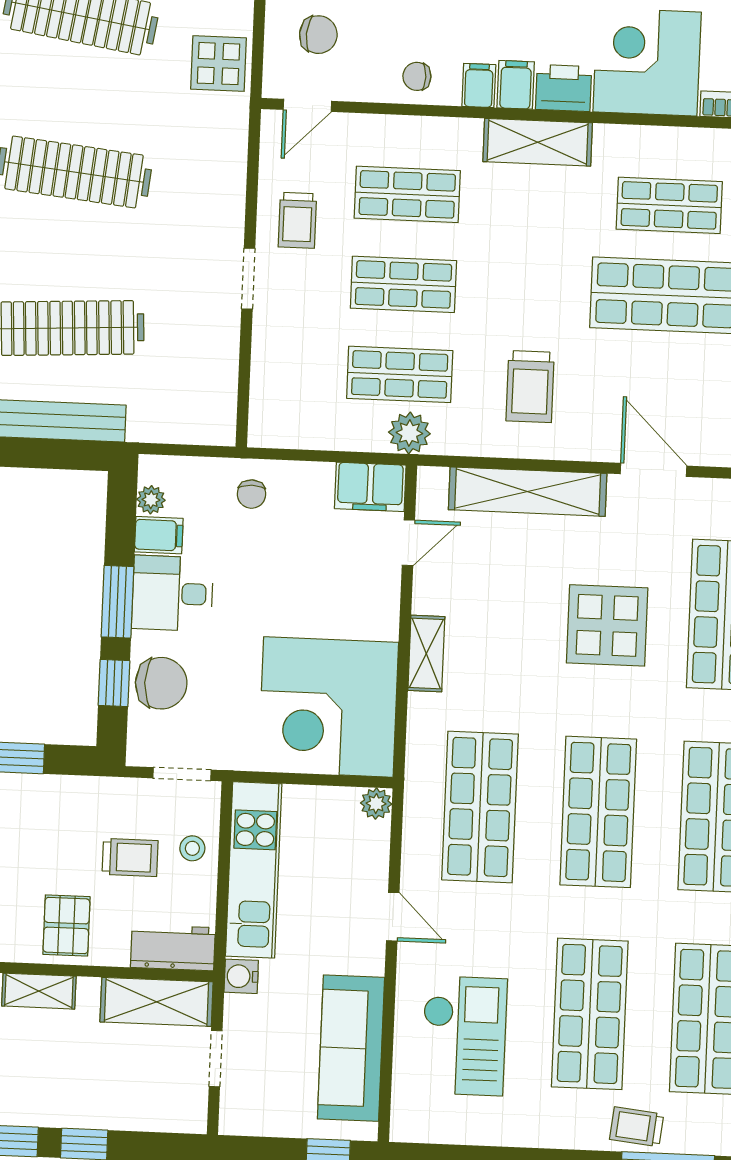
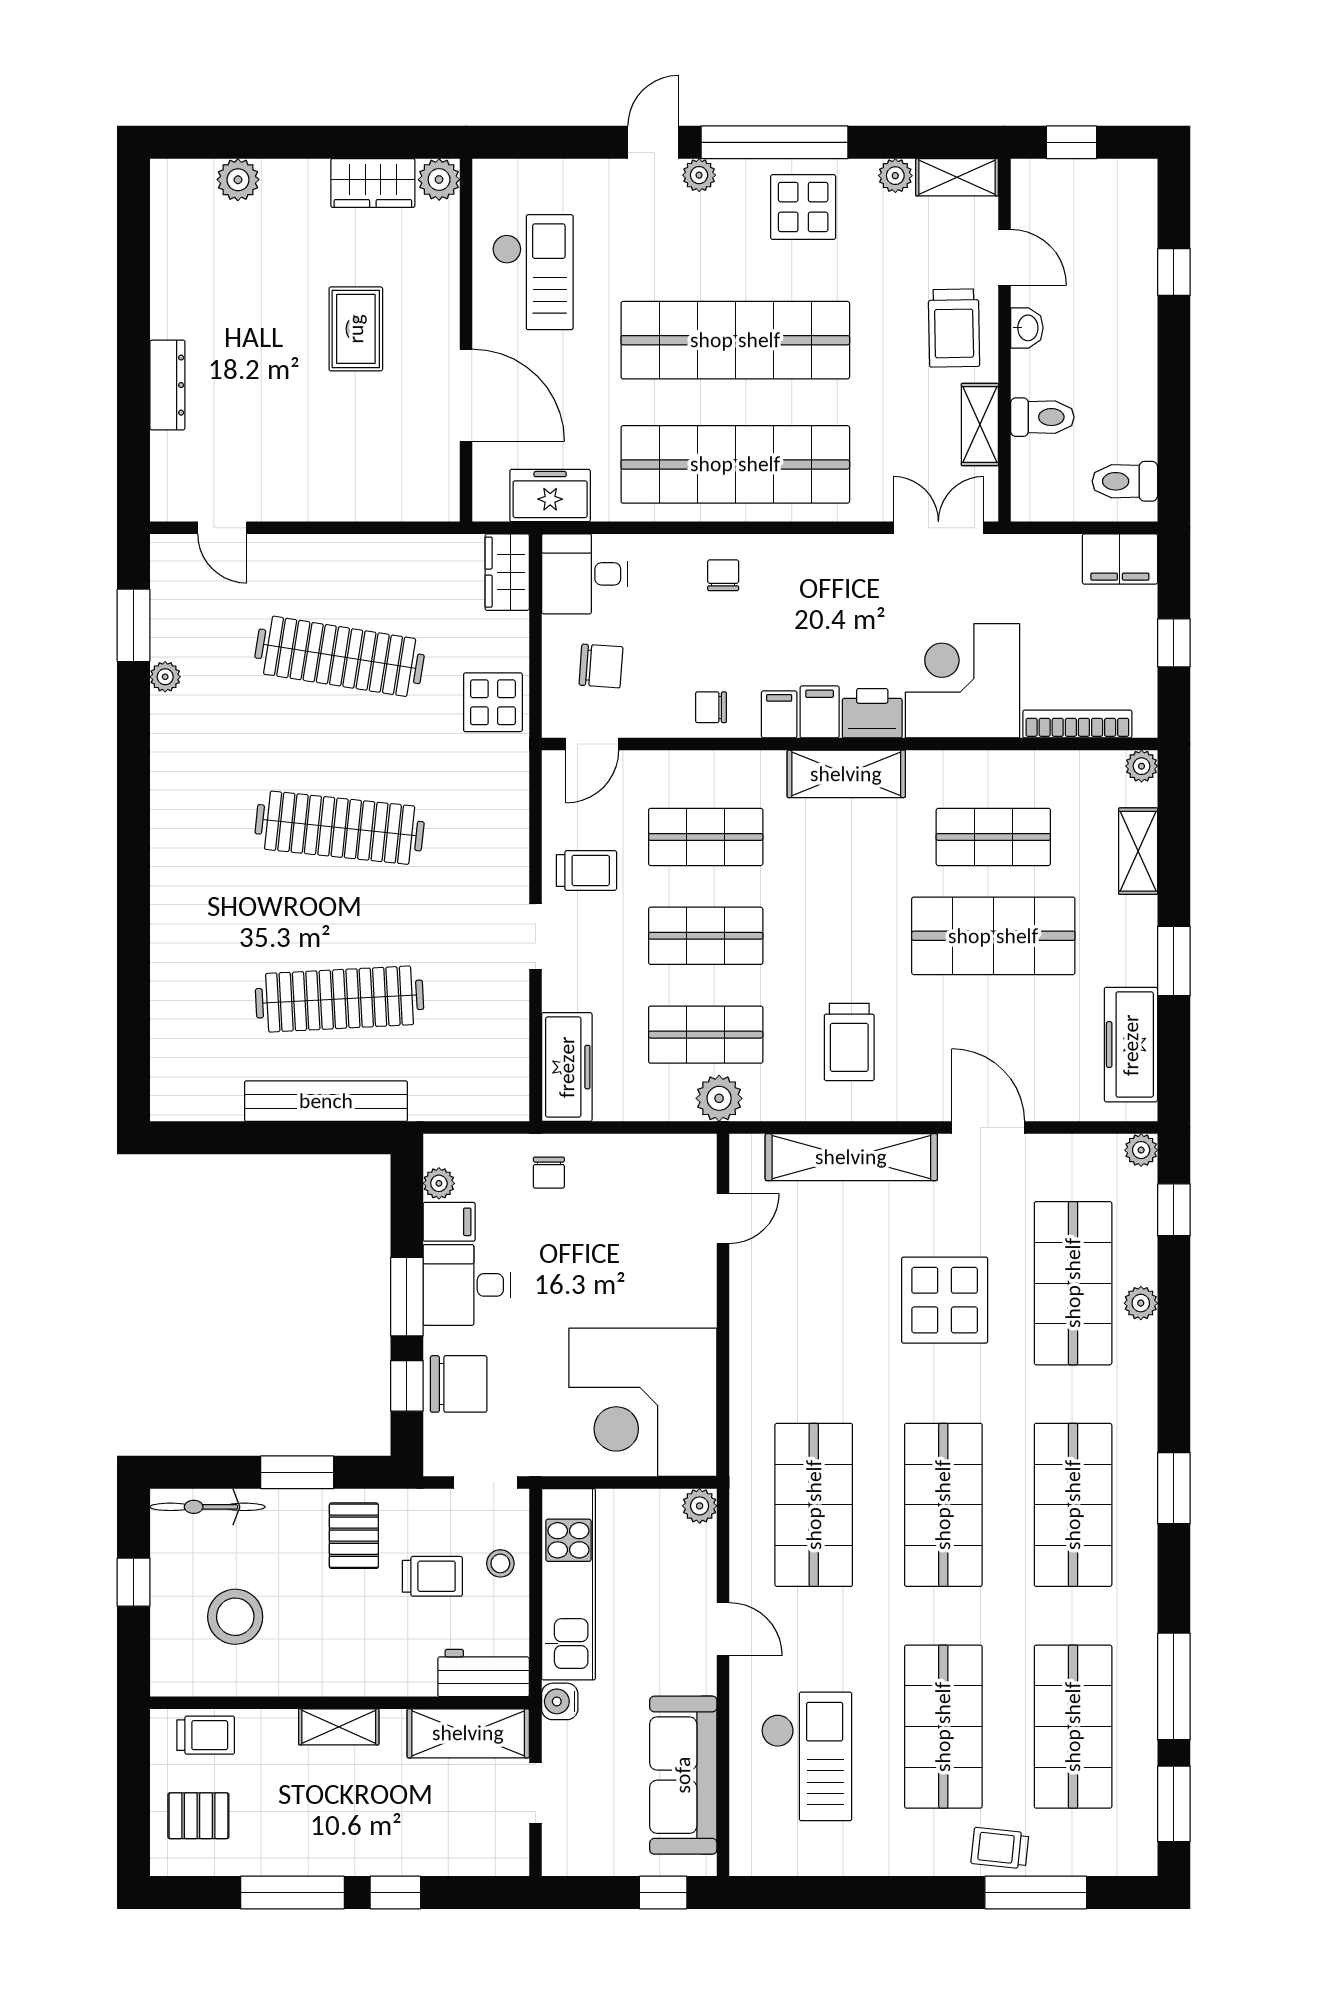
trolley: (297, 220) -> (587, 870), turned -90
freezer: (272, 399) -> (567, 1067), added
filing cabinet: (370, 487) -> (679, 1159), removed
shelving: (426, 654) -> (748, 1339), removed
pallet: (66, 926) -> (354, 1536), moved

